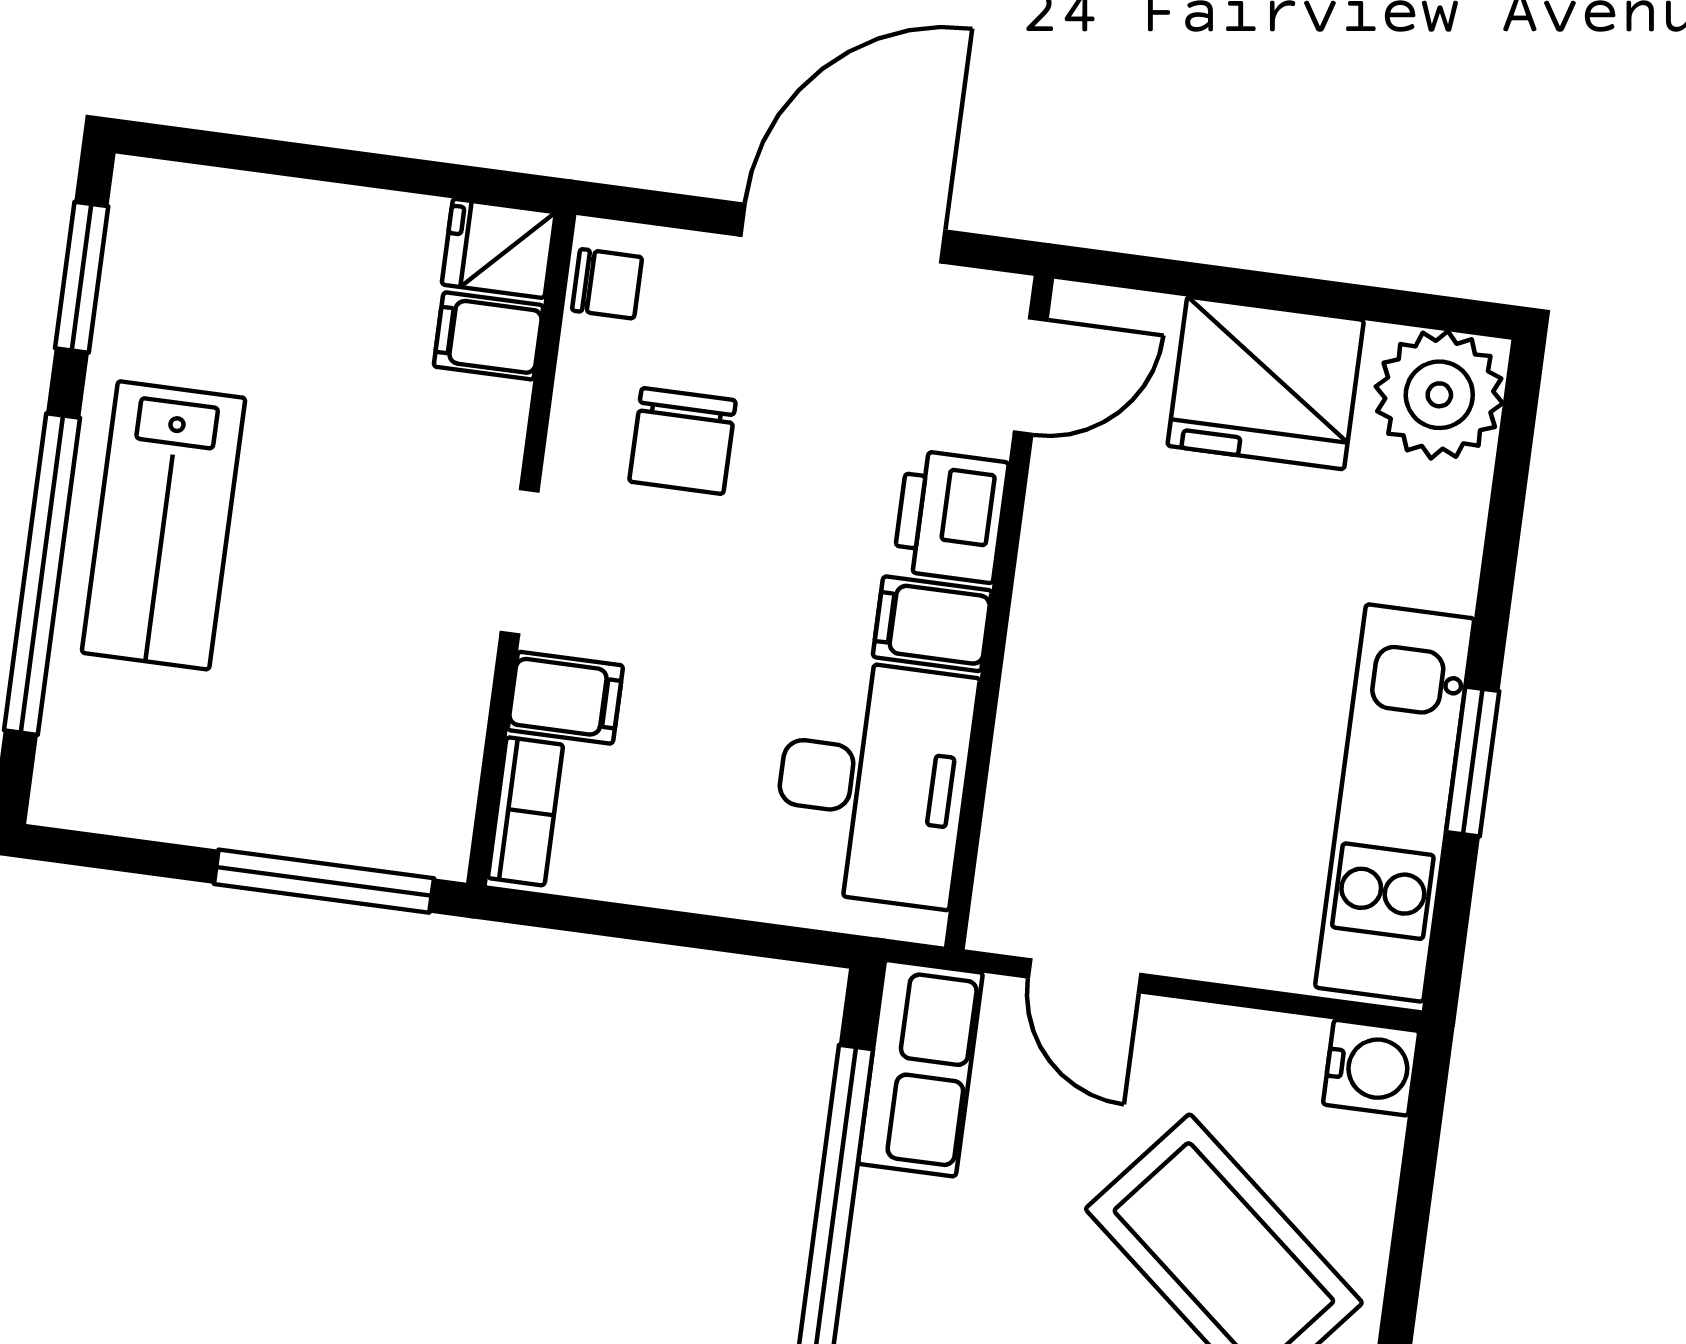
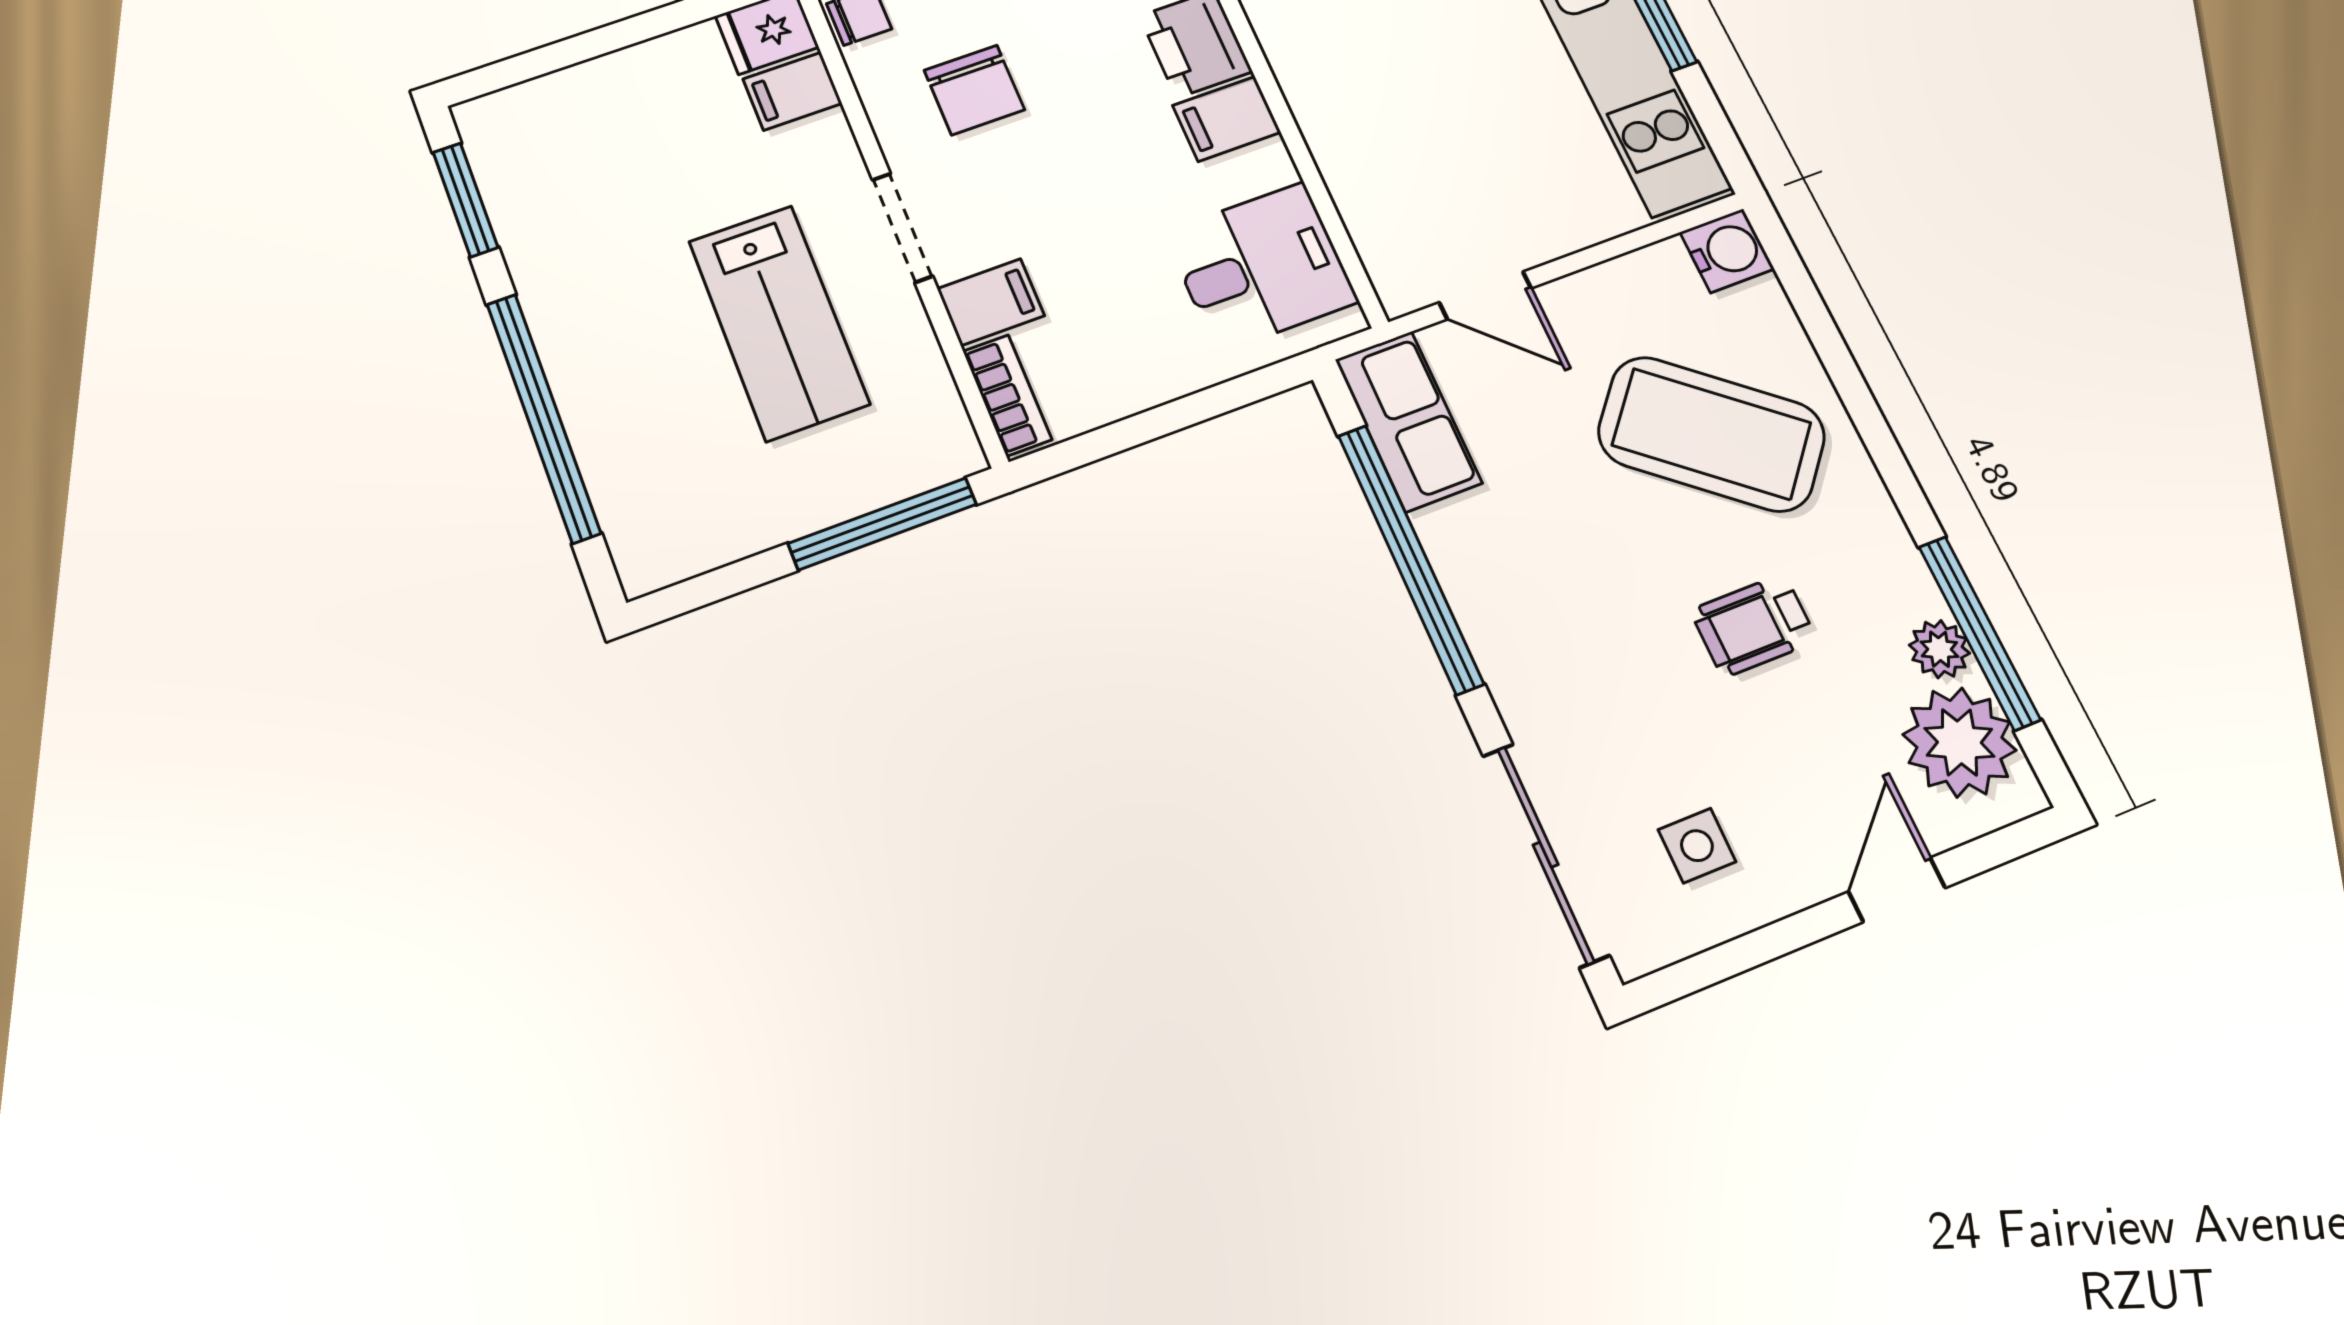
lab bench: (164, 525) -> (779, 322), moved
desk: (873, 782) -> (1261, 267), width x0.73

